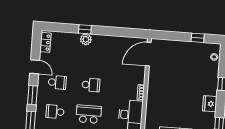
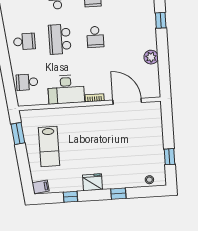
plant: (86, 39) -> (151, 57), moved
door: (148, 54) -> (127, 101), moved
school desk: (89, 114) -> (60, 39), turned 180

